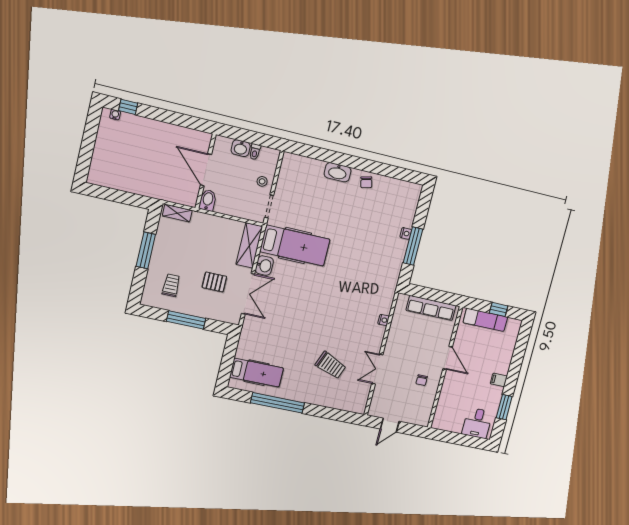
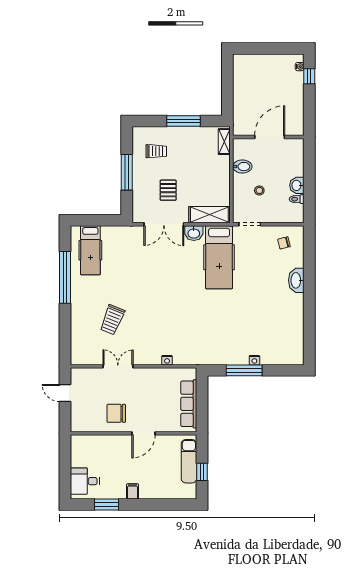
door: (206, 170) -> (270, 137), moved
wall: (206, 171) -> (268, 137), moved
stool: (262, 181) -> (259, 190), moved
chair: (366, 182) -> (284, 243), moved
chair: (422, 380) -> (116, 413), width x1.87, depth x1.87

